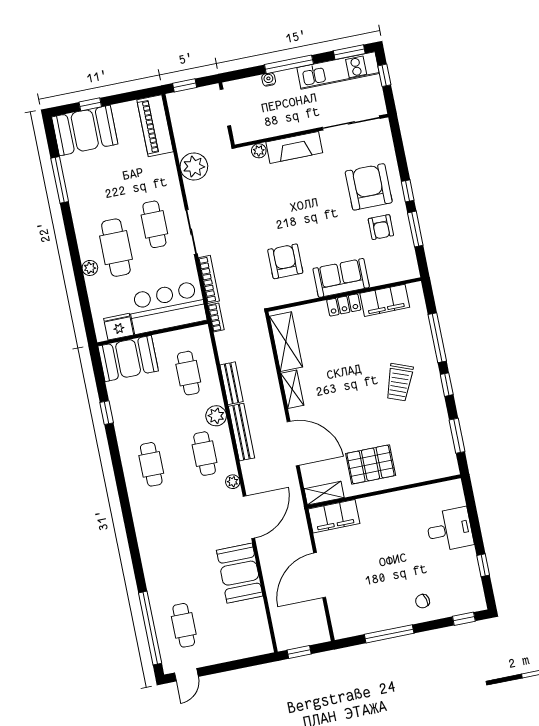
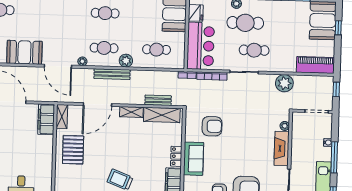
bench: (232, 383) -> (158, 100), moved

